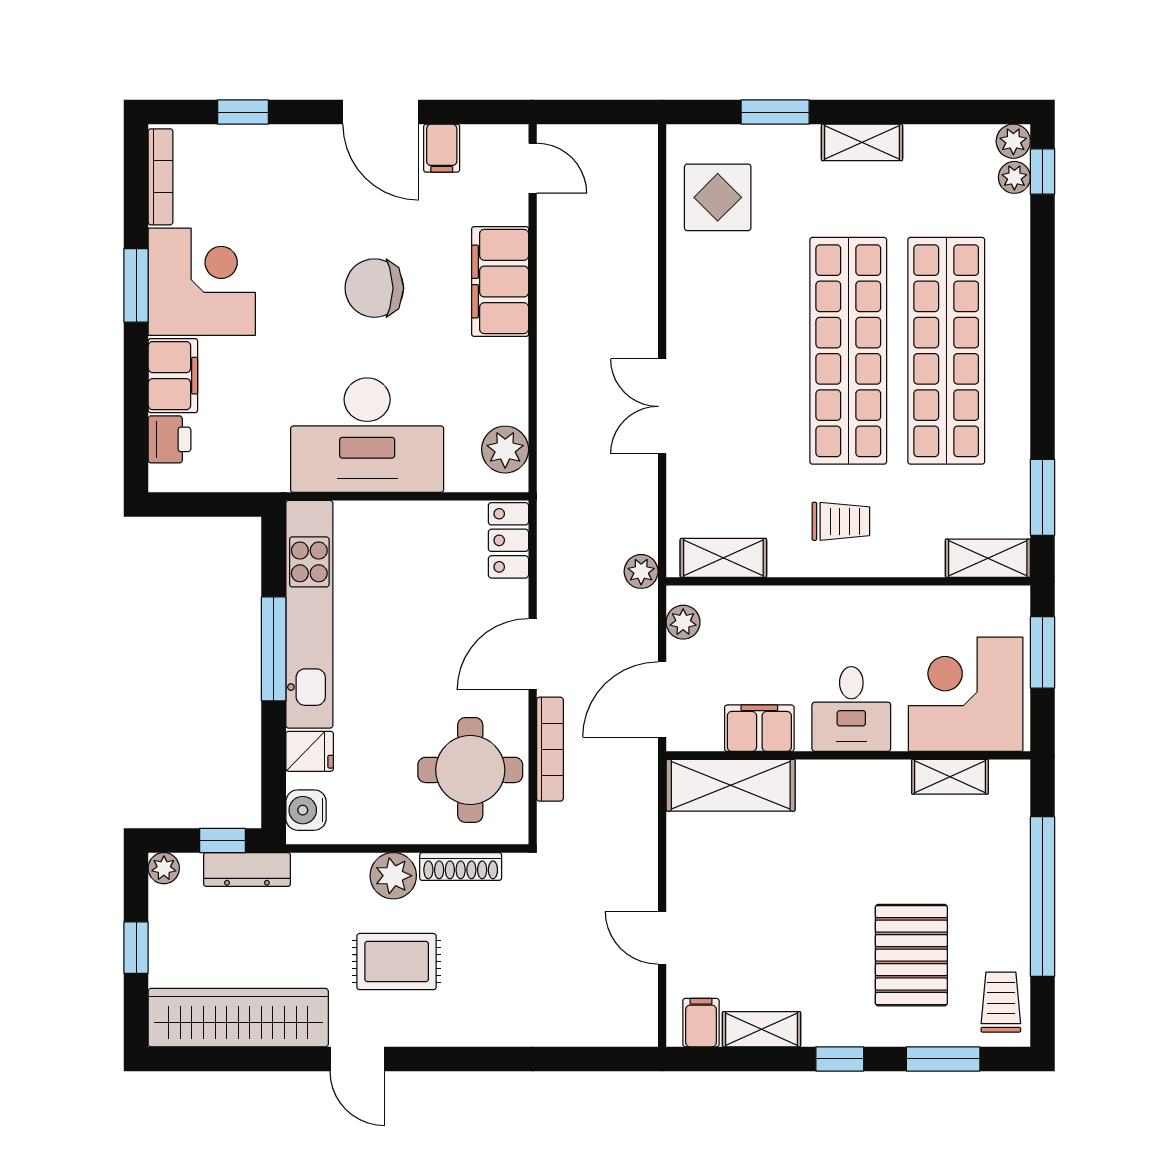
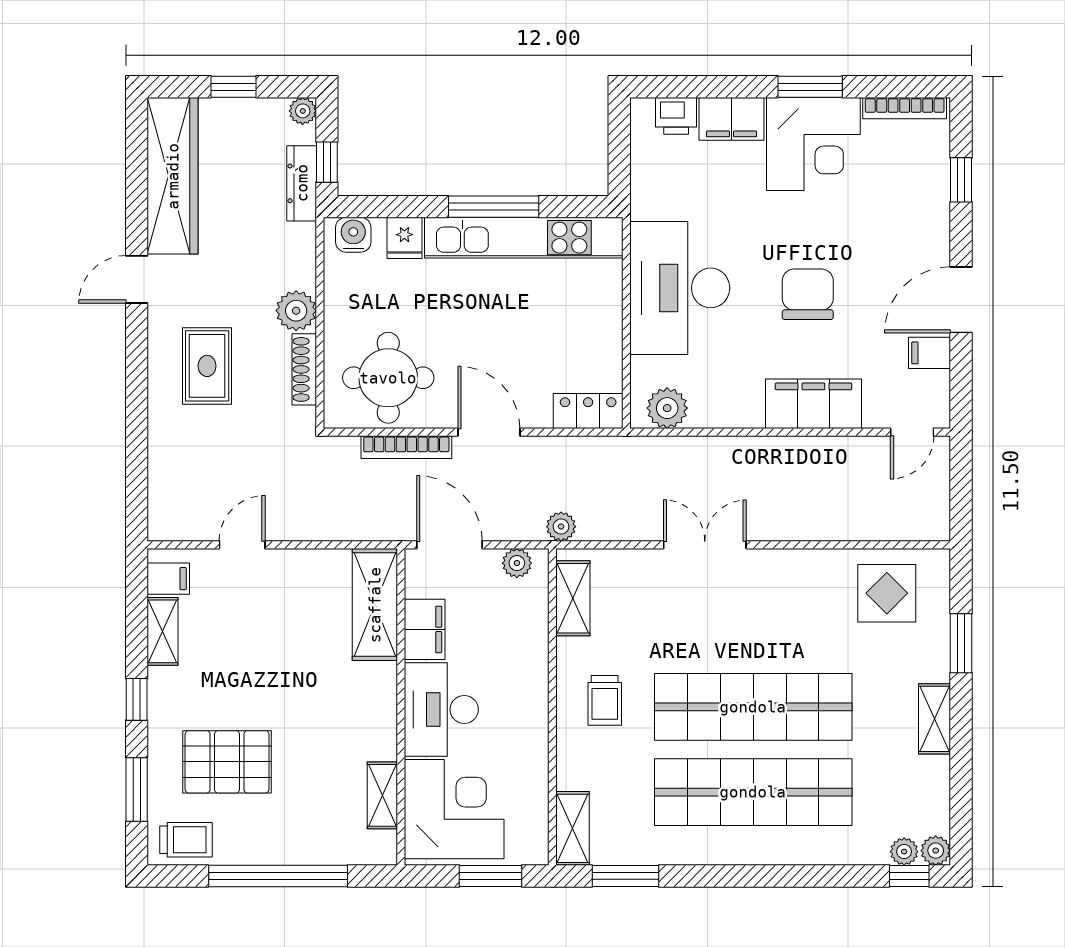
desk: (851, 709) -> (441, 710), width x1.37
rug: (397, 962) -> (207, 366), moved

